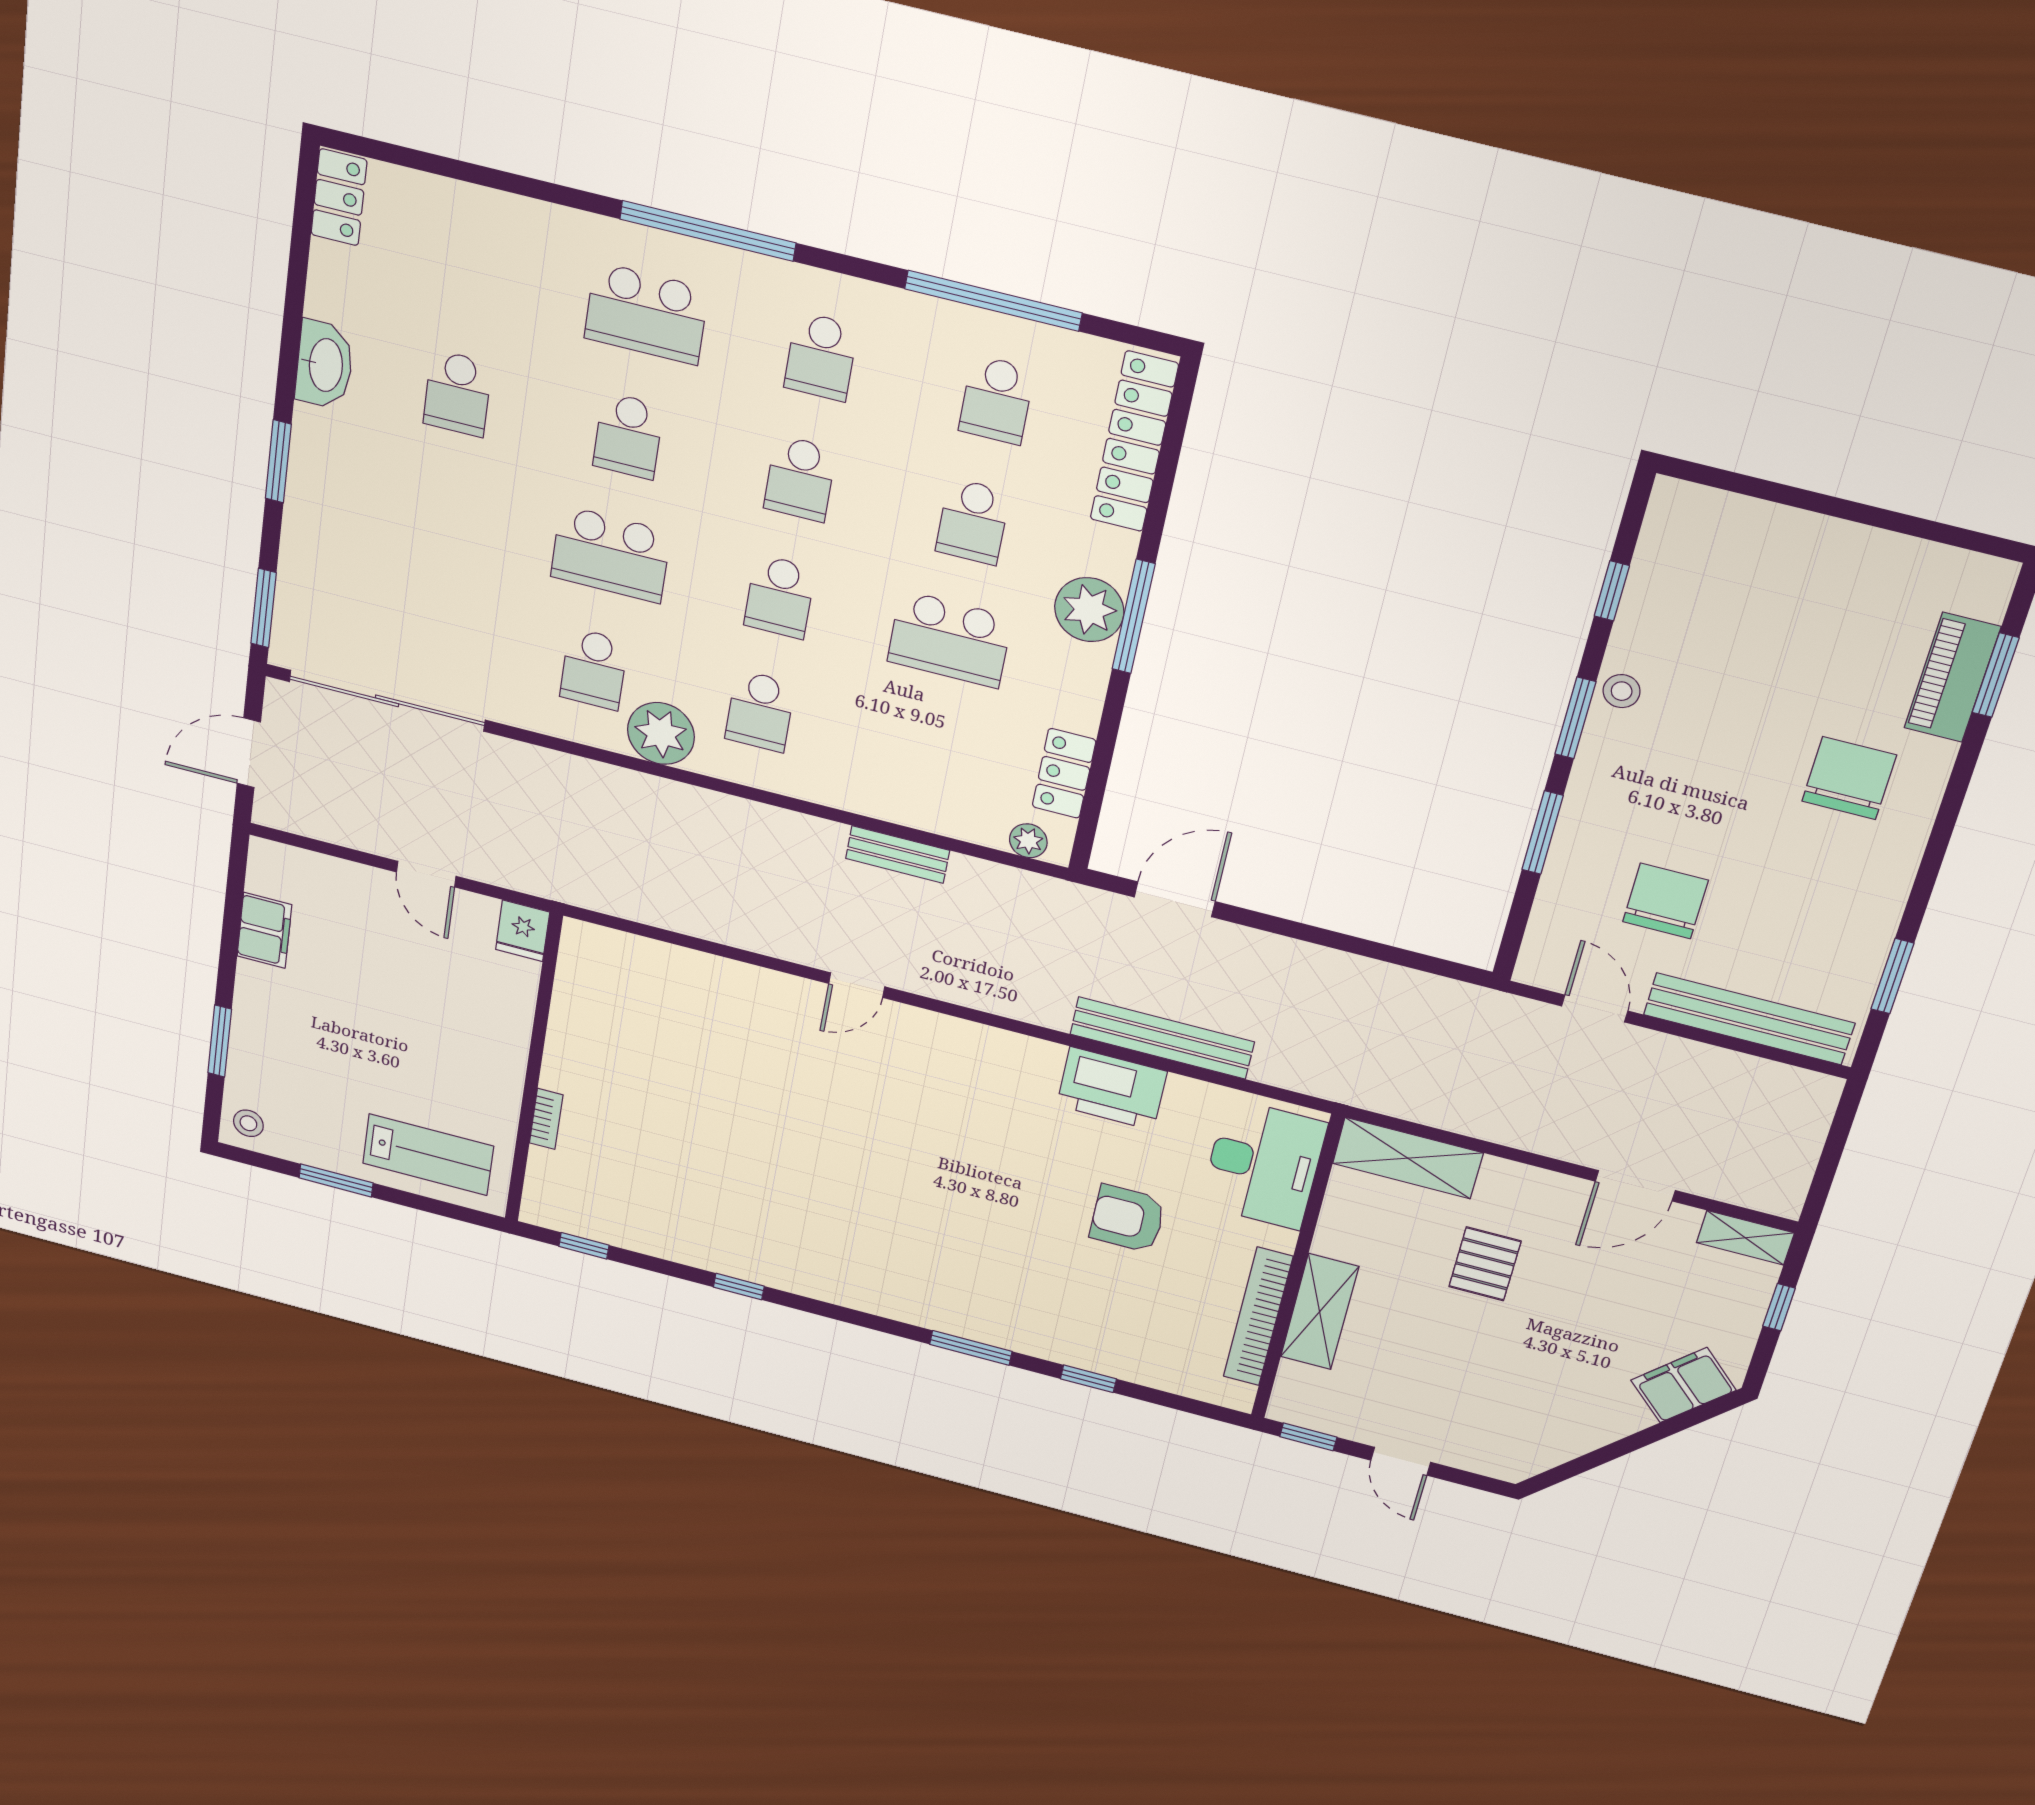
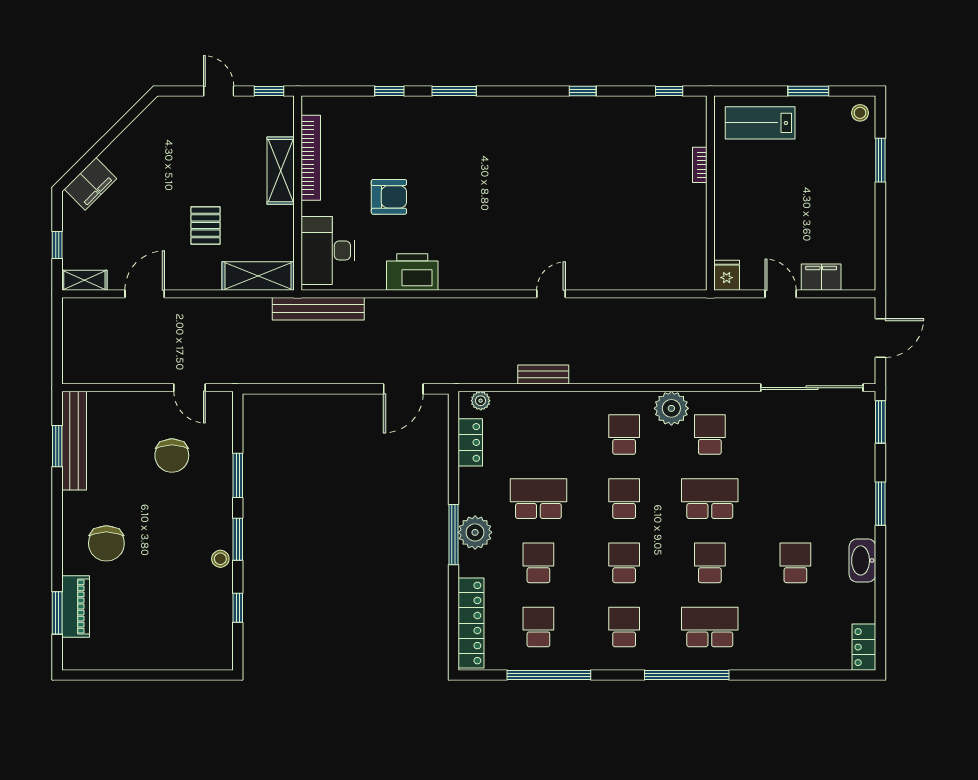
filing cabinet: (264, 930) -> (821, 277), moved, turned 90
bench: (1749, 1019) -> (74, 441), moved, turned 90
bench: (1162, 1038) -> (318, 309), moved

